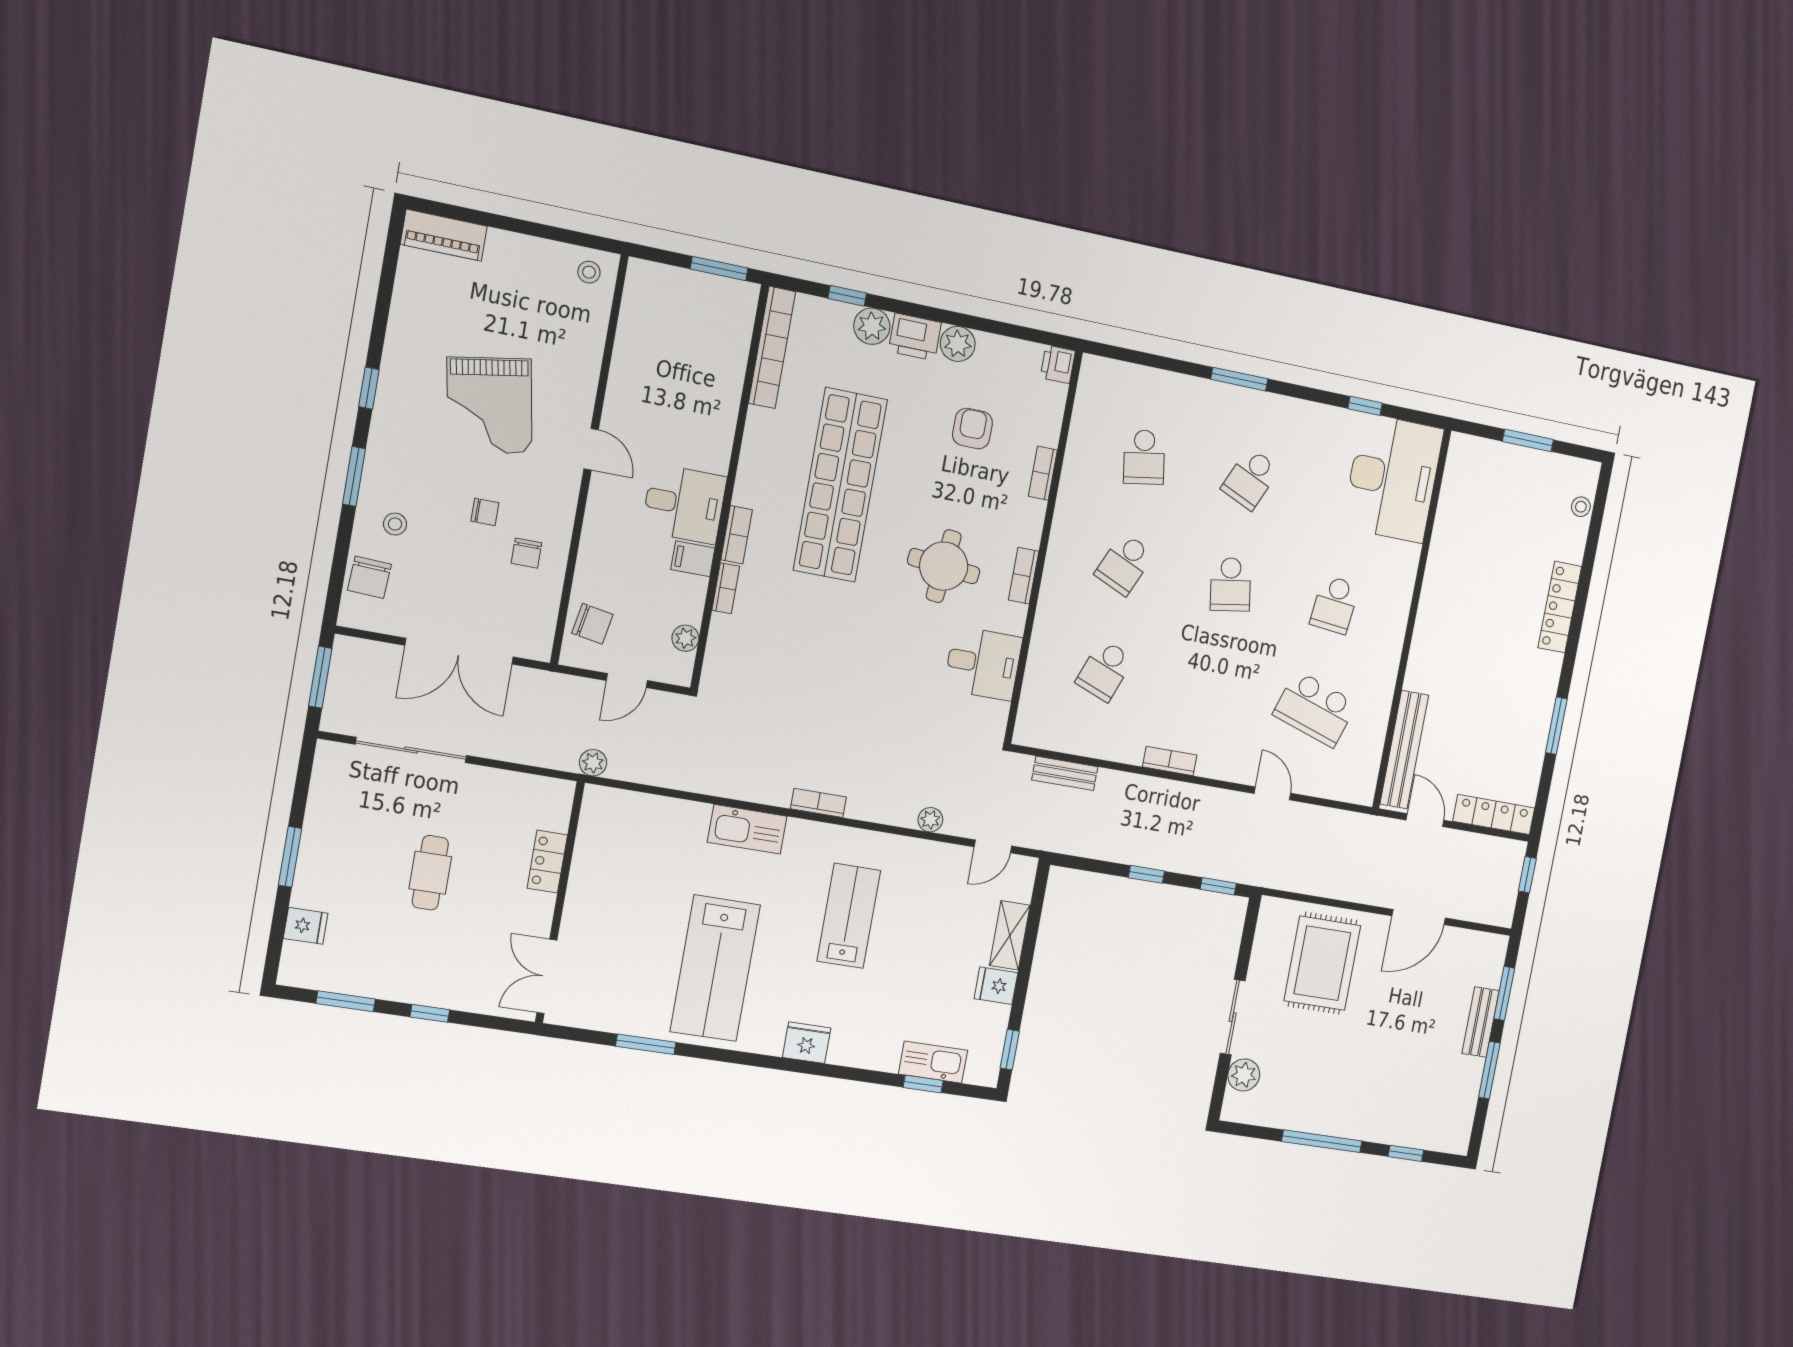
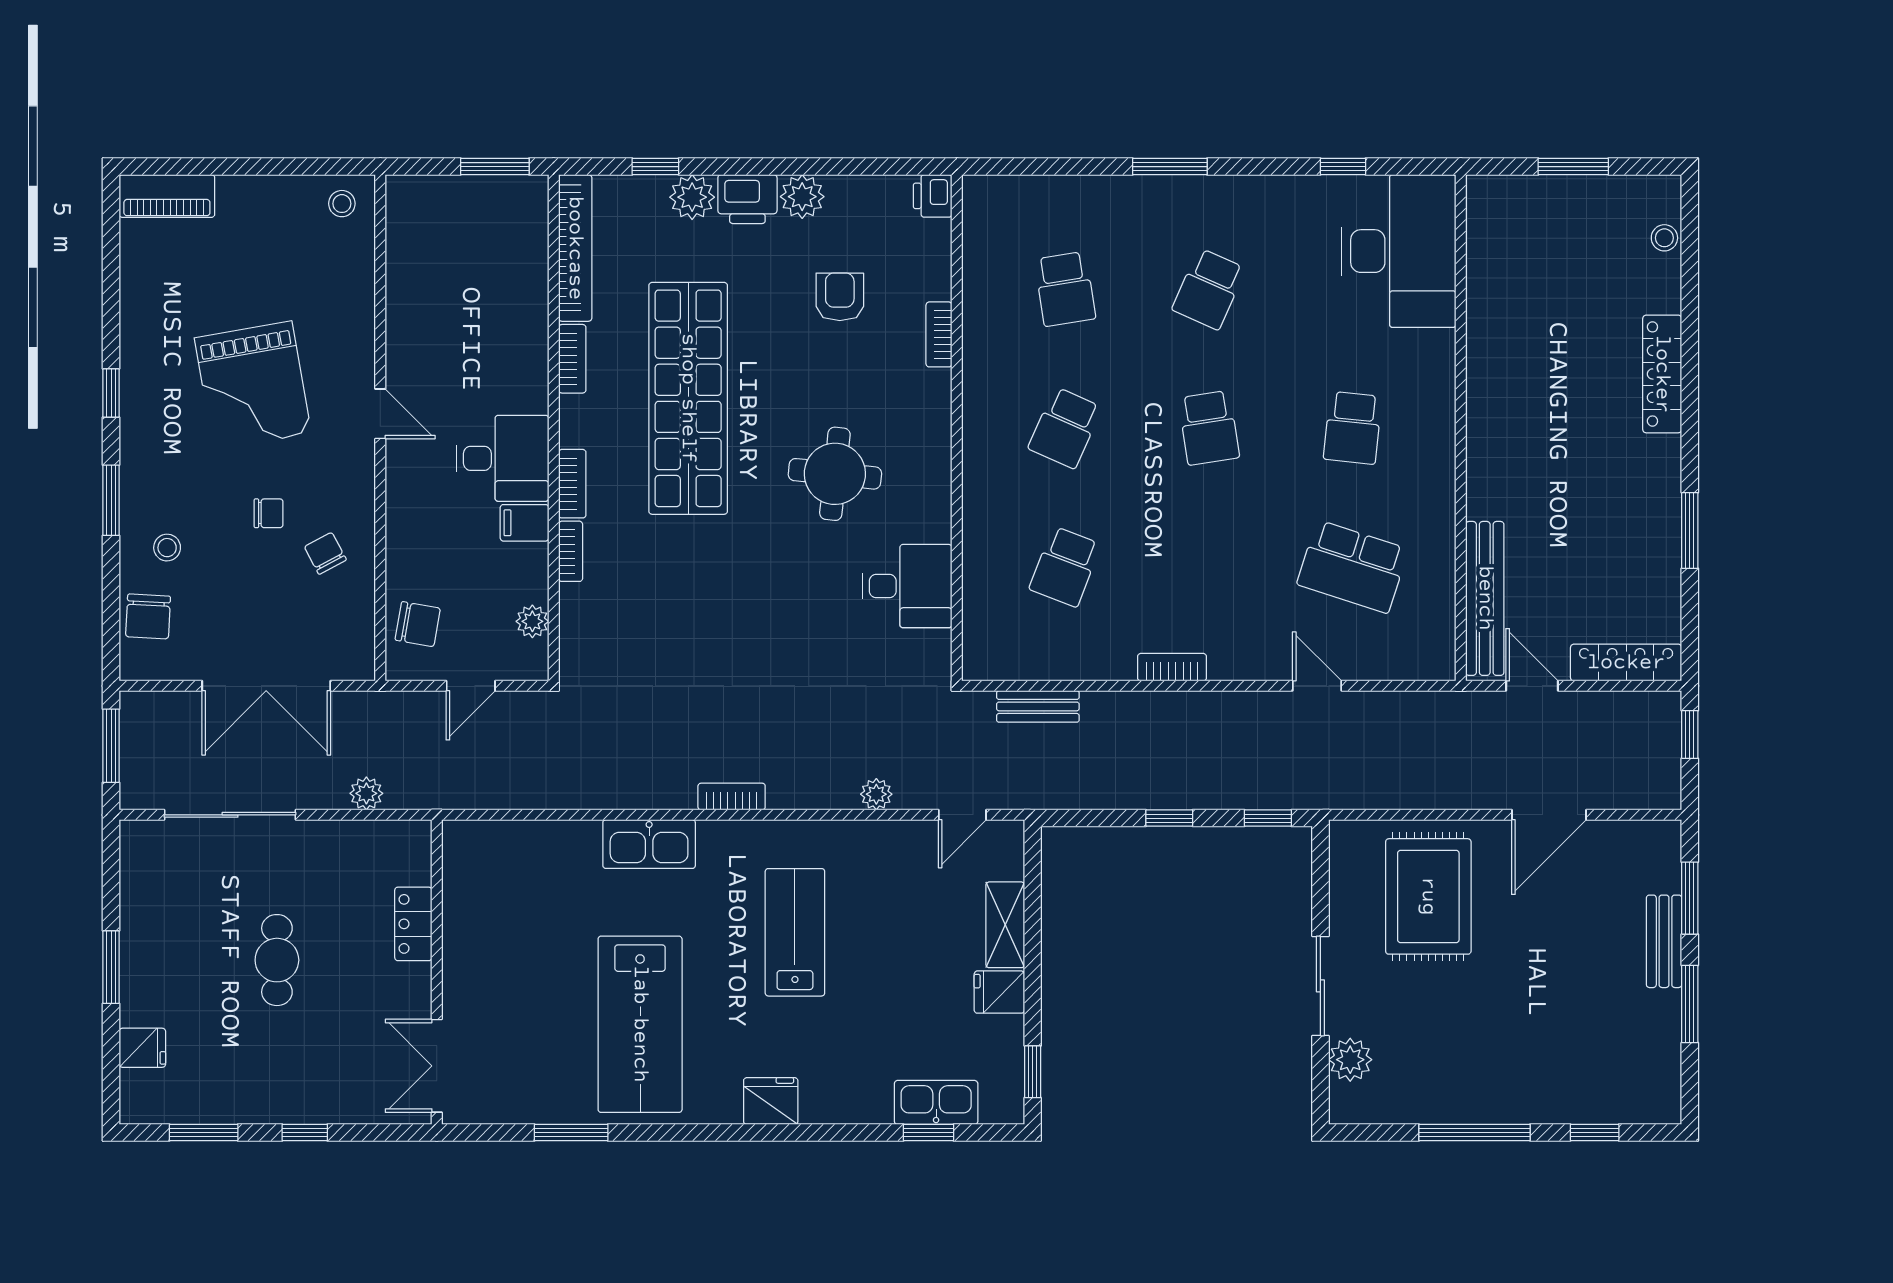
chair: (526, 553) -> (325, 553), turned 152
bookcase: (1024, 576) -> (572, 359), moved, turned 180
plant: (593, 763) -> (366, 793), moved

